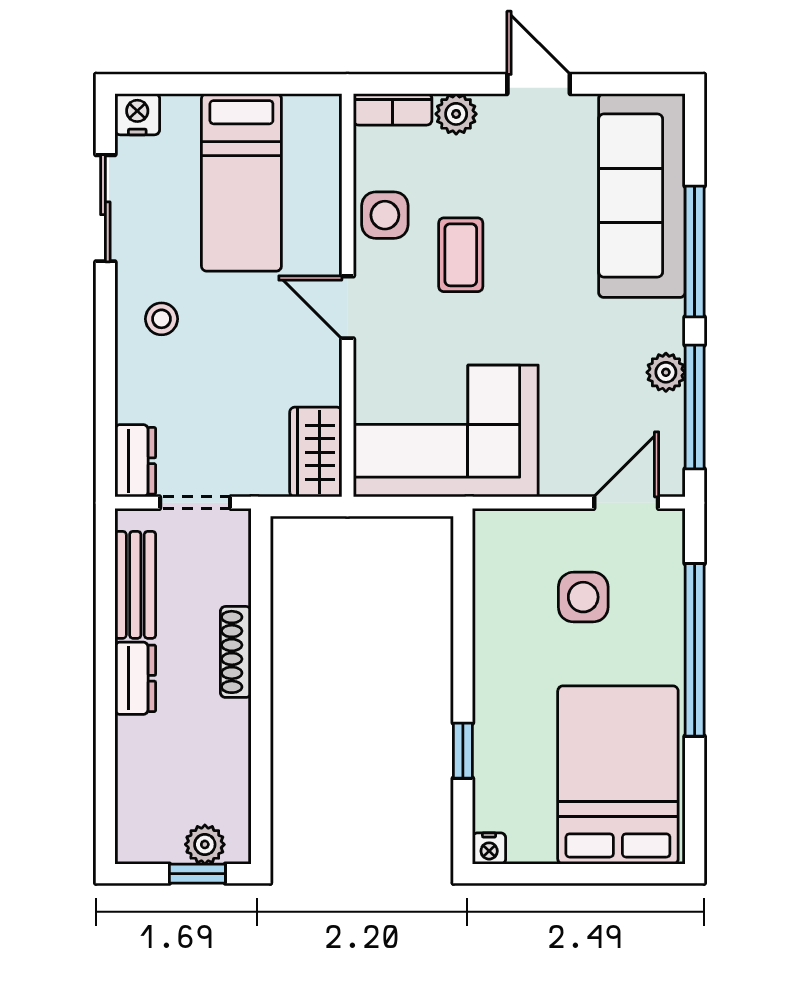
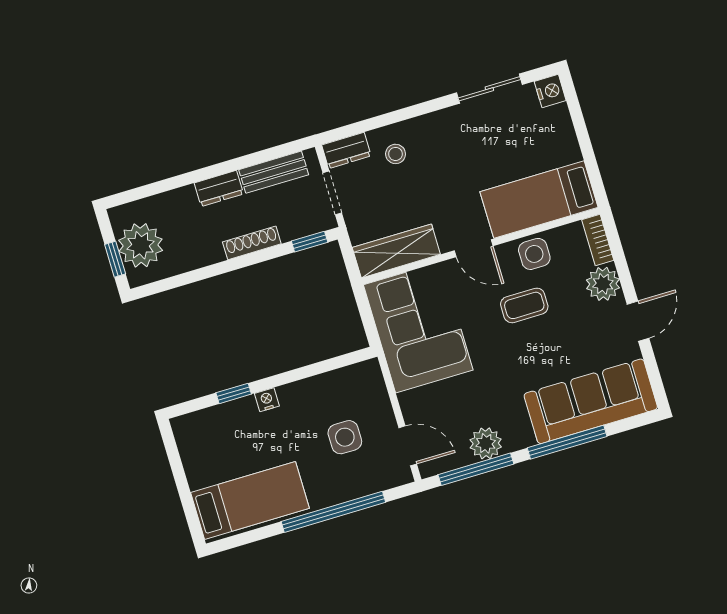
plant: (456, 114) -> (603, 284), width x1.38, depth x1.38
bed: (241, 182) -> (539, 200), moved
door: (348, 307) -> (474, 248), swing flipped
stool: (162, 319) -> (396, 154), moved
plant: (666, 372) -> (486, 443), width x1.38, depth x1.38
wardrobe: (316, 452) -> (396, 251), width x1.50
window: (261, 561) -> (310, 242), added
bed: (618, 775) -> (250, 500), width x0.67
plant: (205, 844) -> (141, 245), width x1.88, depth x1.88
nightstand: (489, 848) -> (267, 400), moved, turned 90

